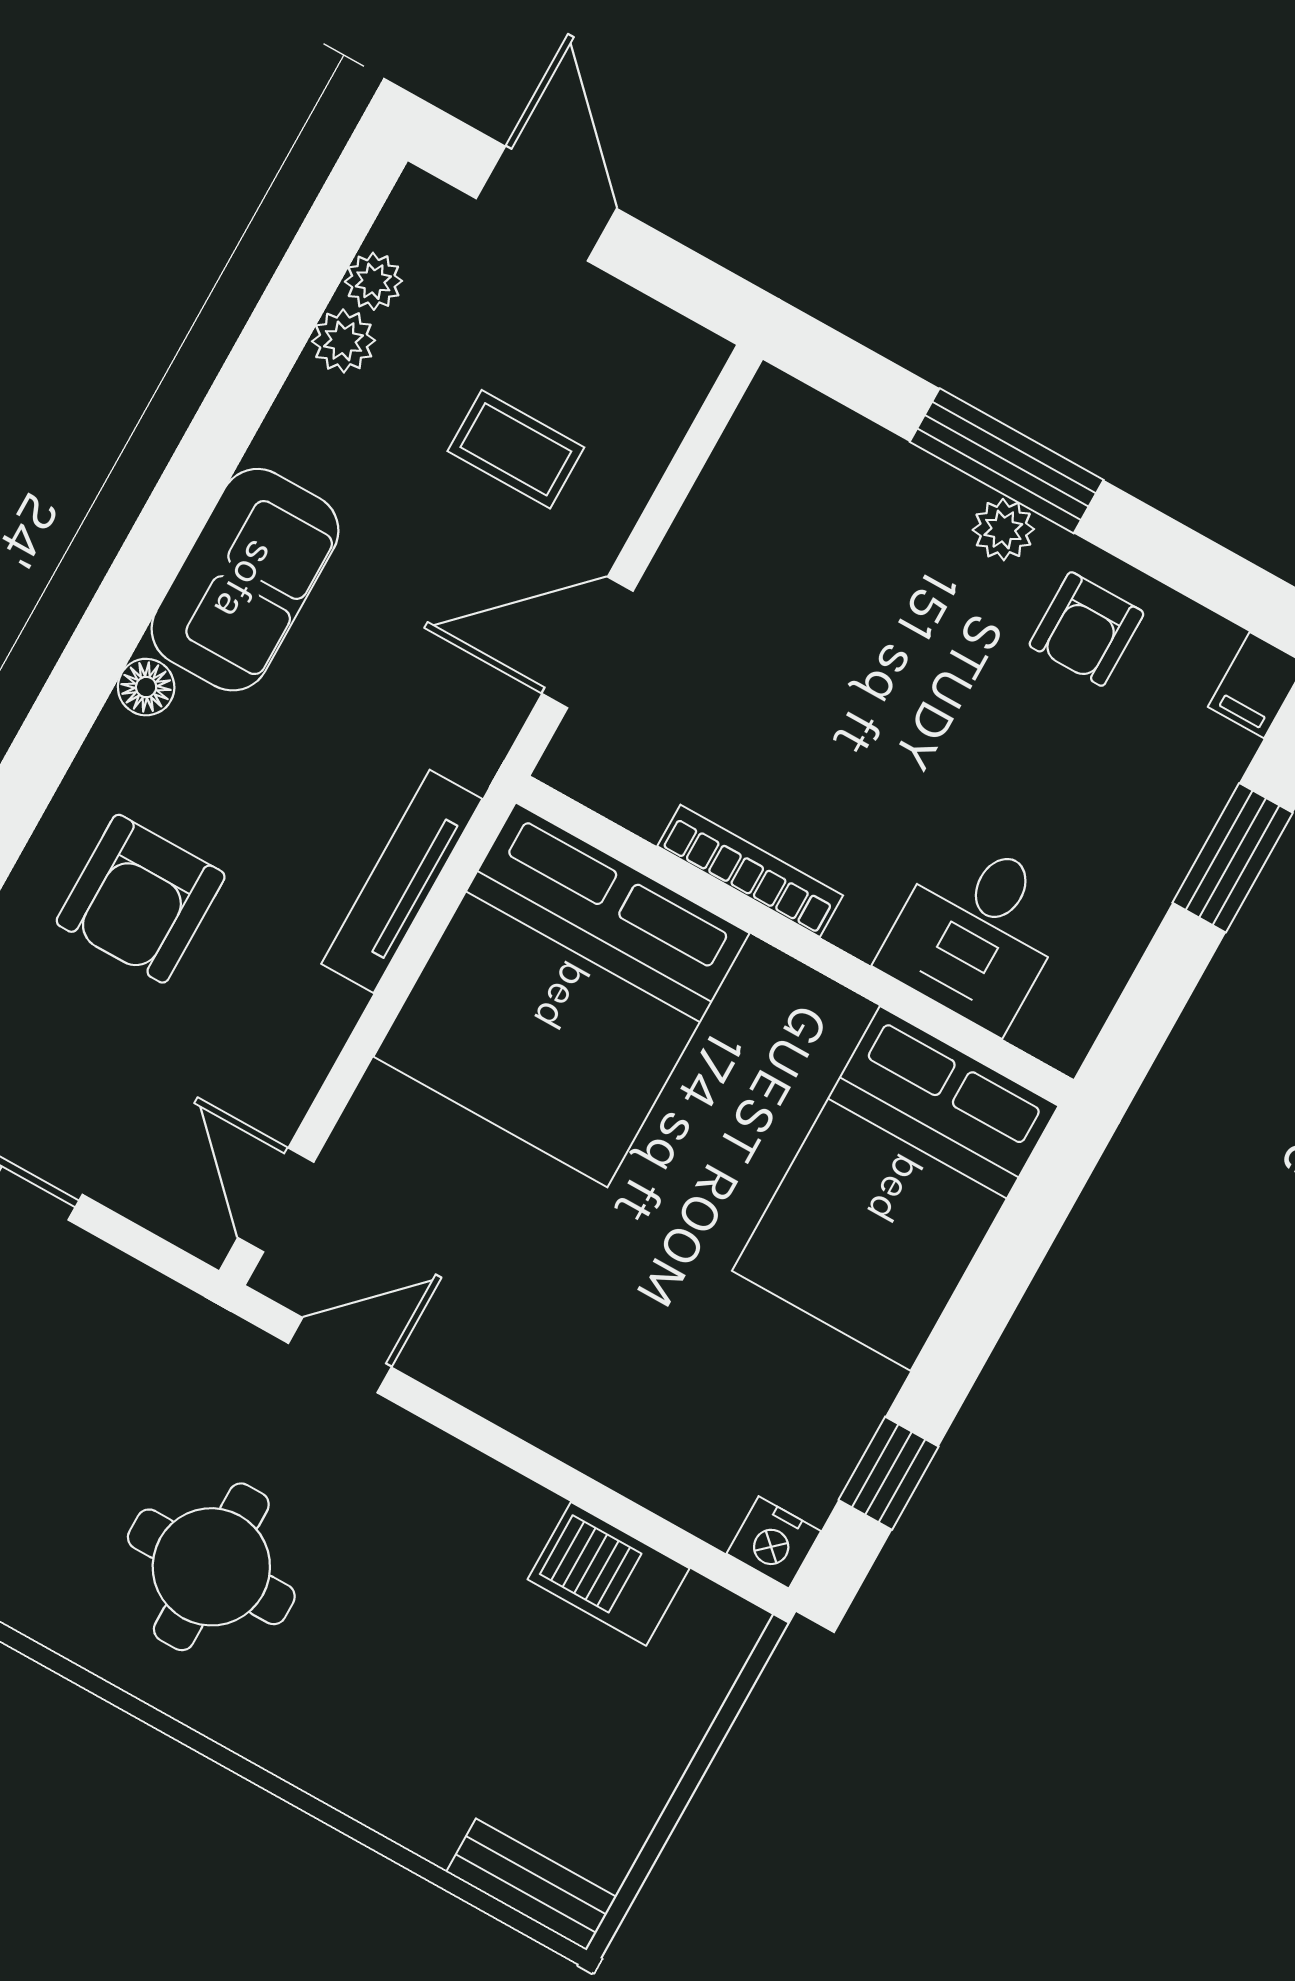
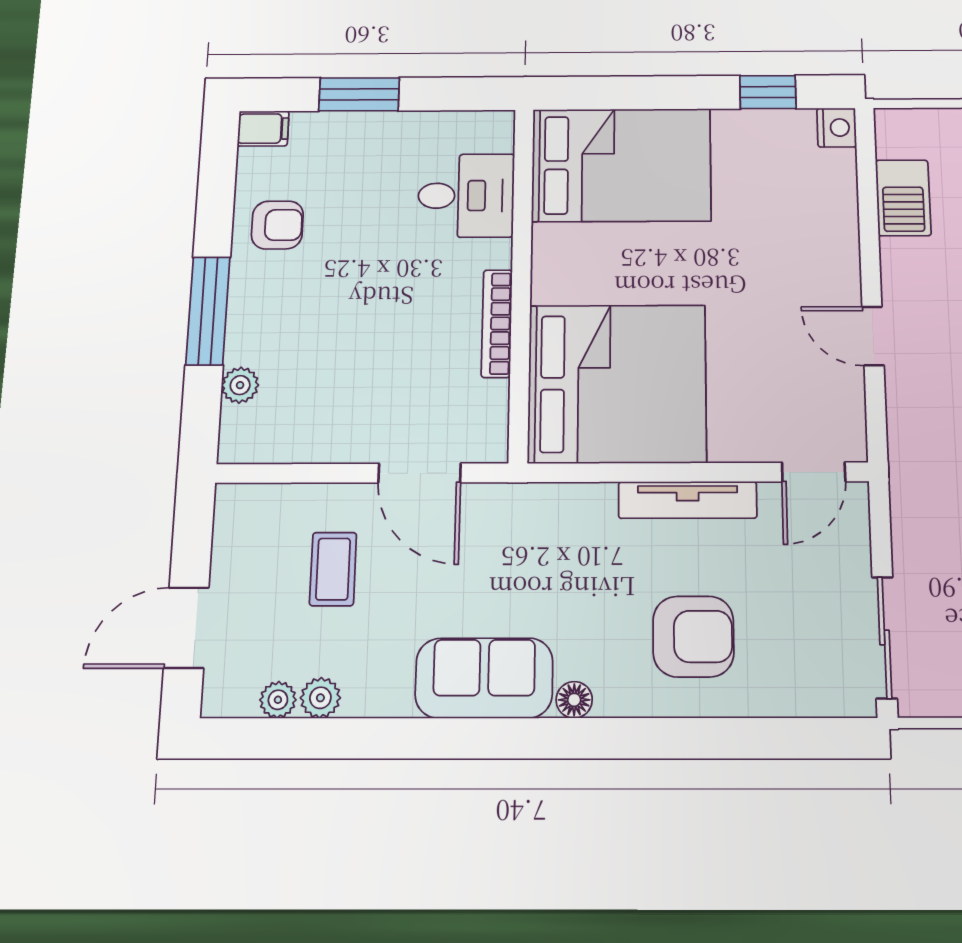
plant: (1003, 530) -> (240, 385), moved
tv unit: (402, 881) -> (688, 500), moved
door: (340, 1355) -> (873, 336), moved

